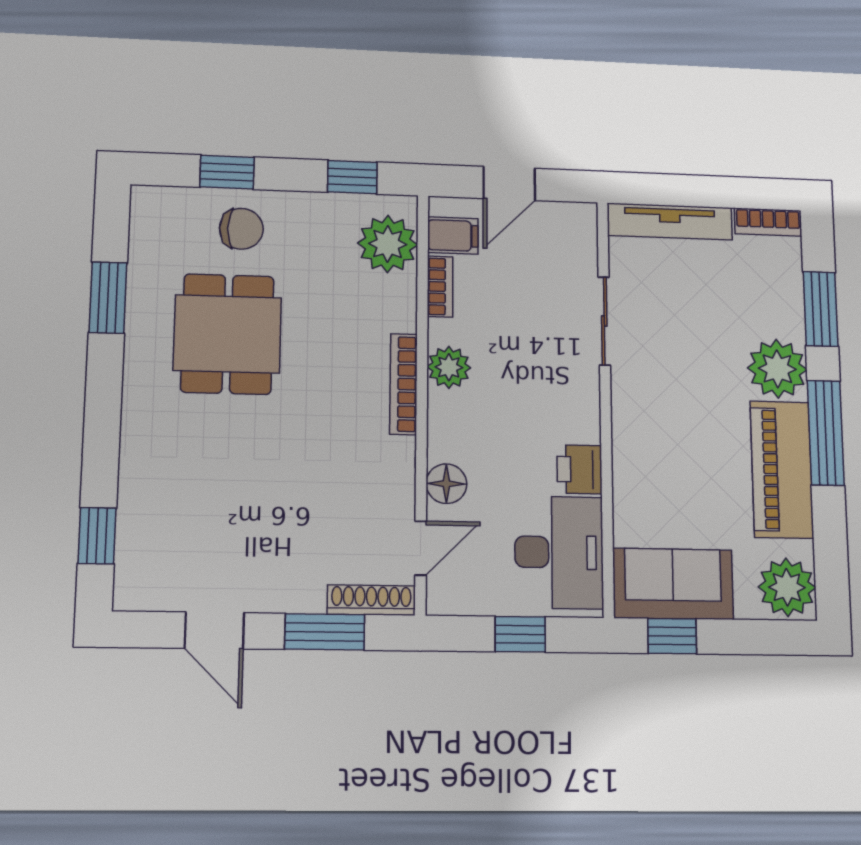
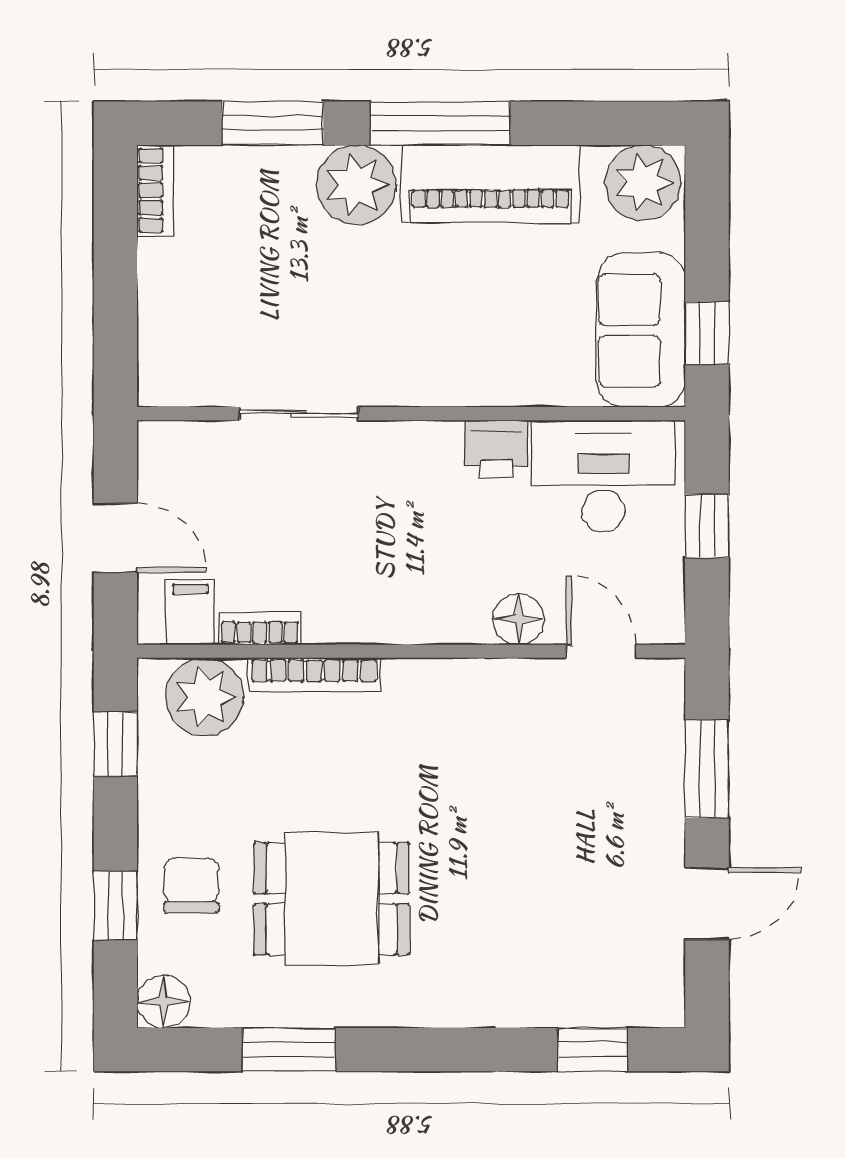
floor lamp: (150, 205) -> (163, 1002), added
tv unit: (670, 222) -> (160, 324), removed
plant: (449, 367) -> (367, 617), removed
bookcase: (403, 384) -> (314, 675), moved
shoe rack: (371, 600) -> (667, 712), removed

